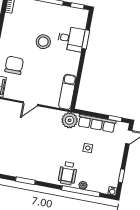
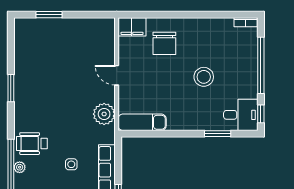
desk: (71, 39) -> (241, 115), moved, turned -90
chair: (14, 65) -> (164, 43), turned 90
plant: (70, 120) -> (104, 114), moved

